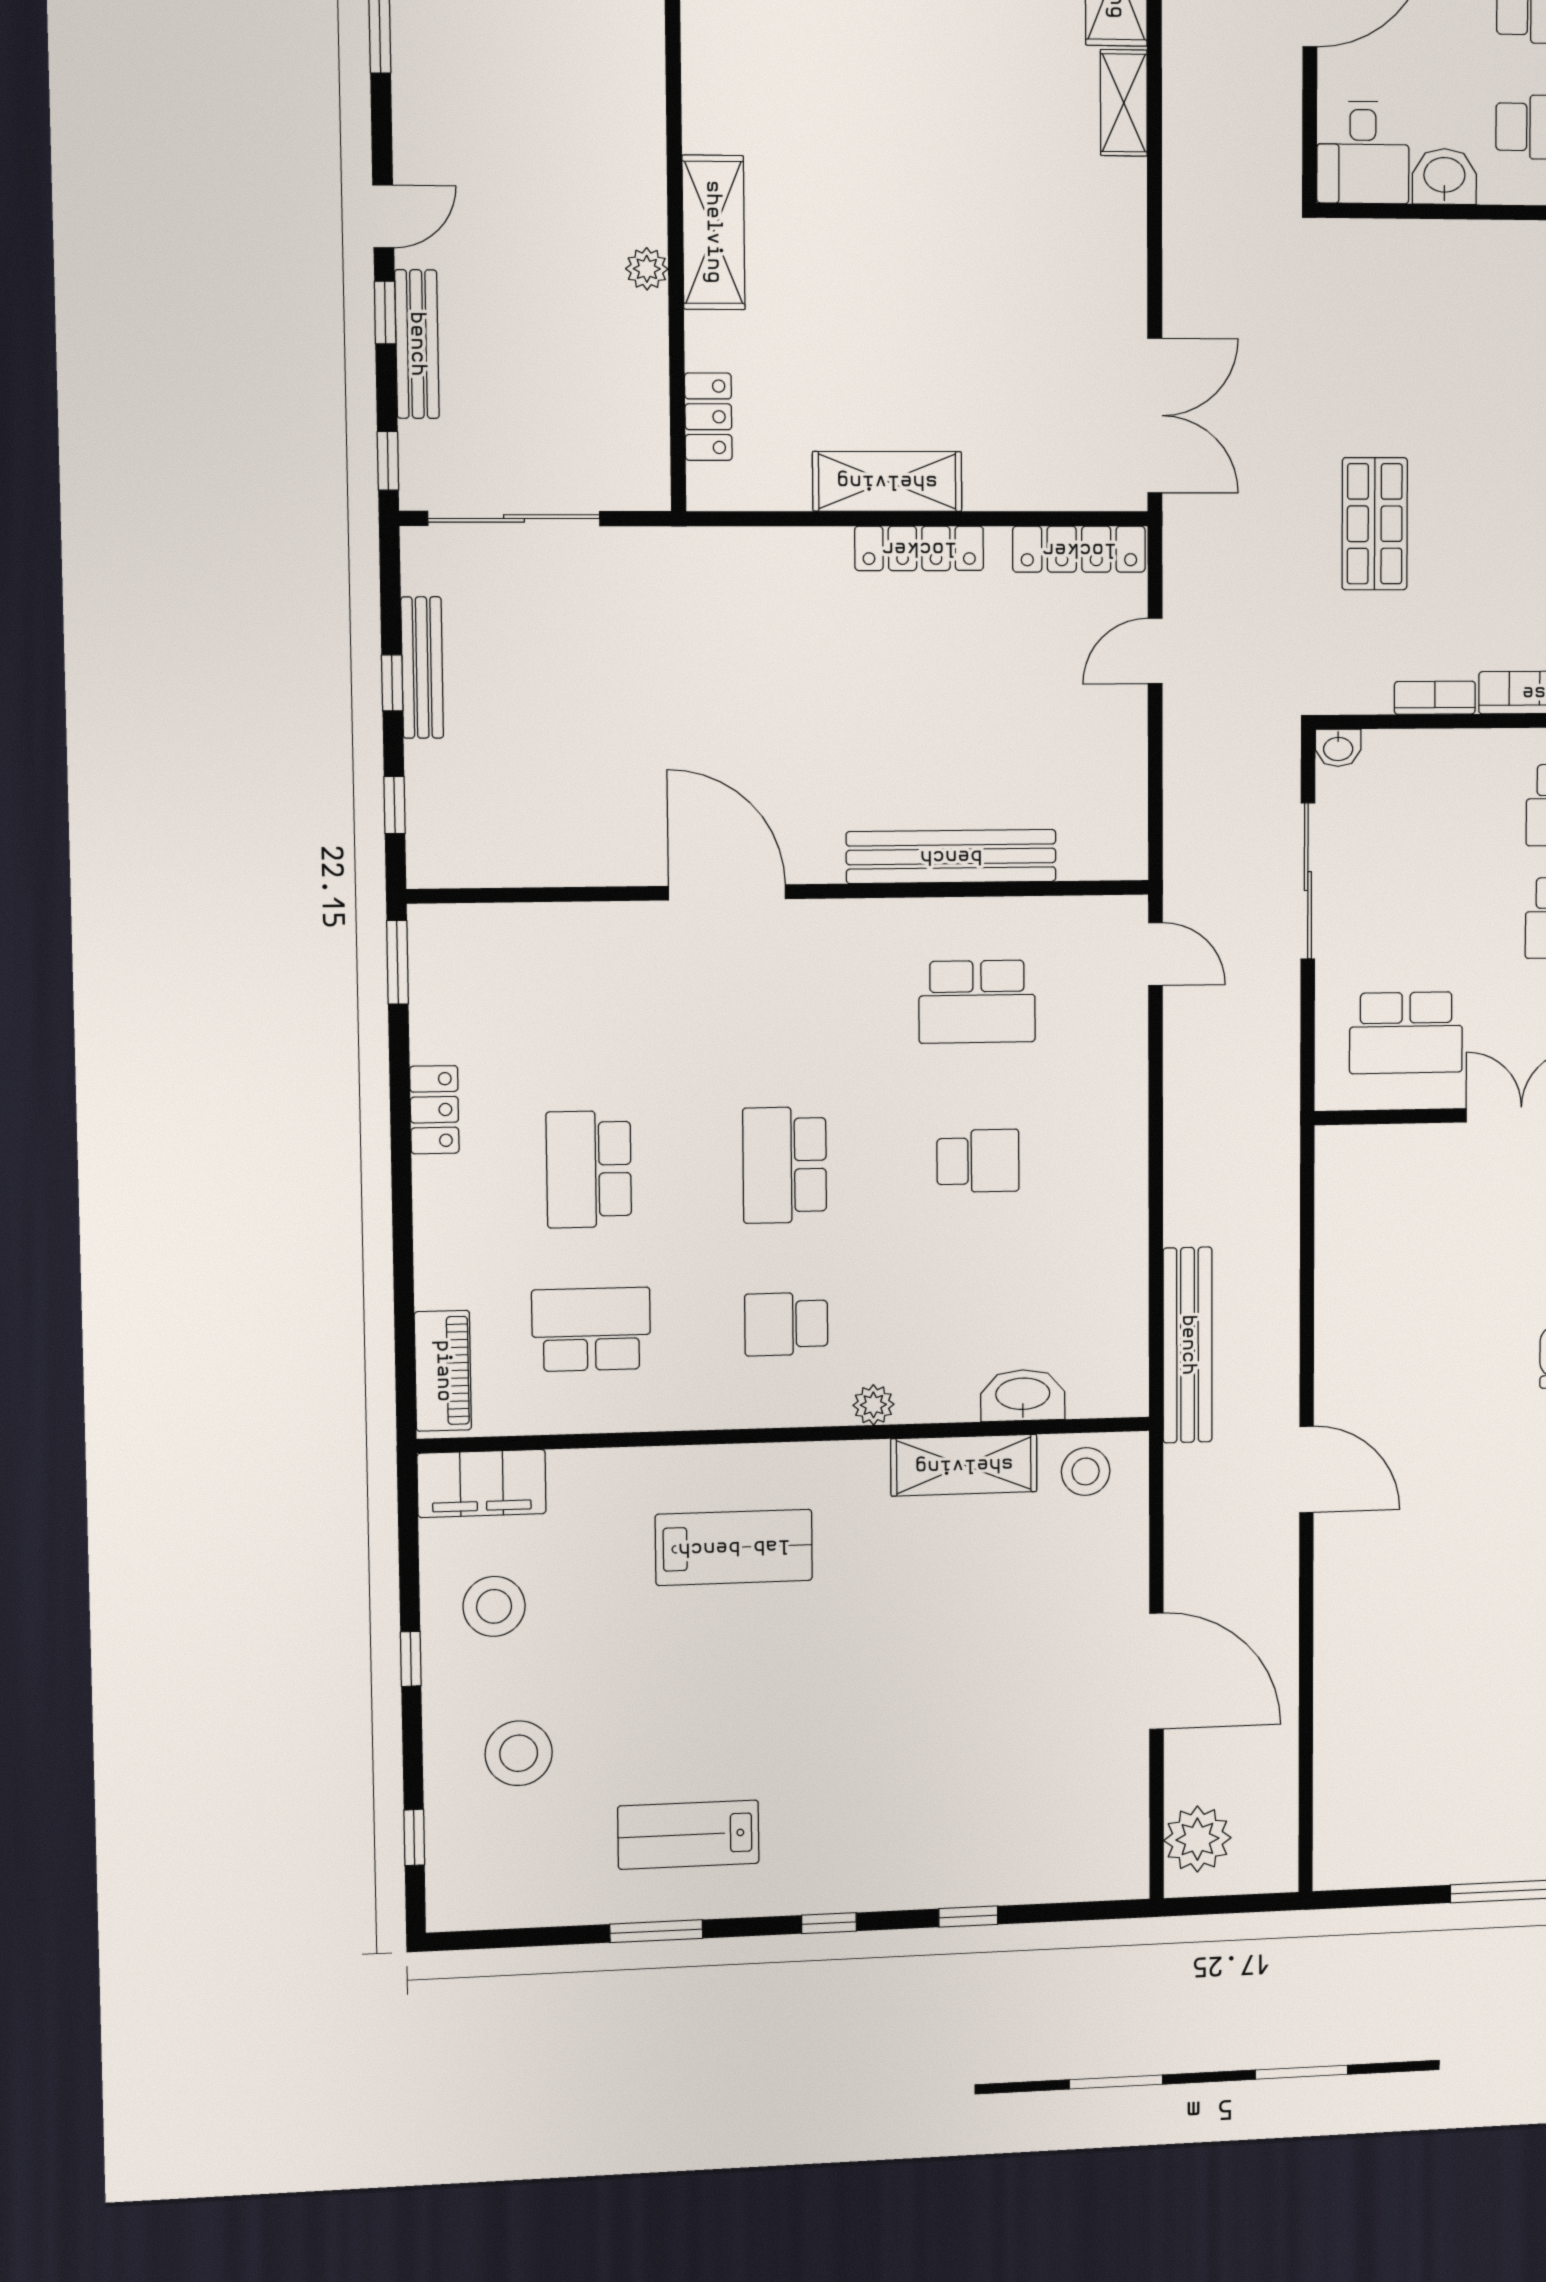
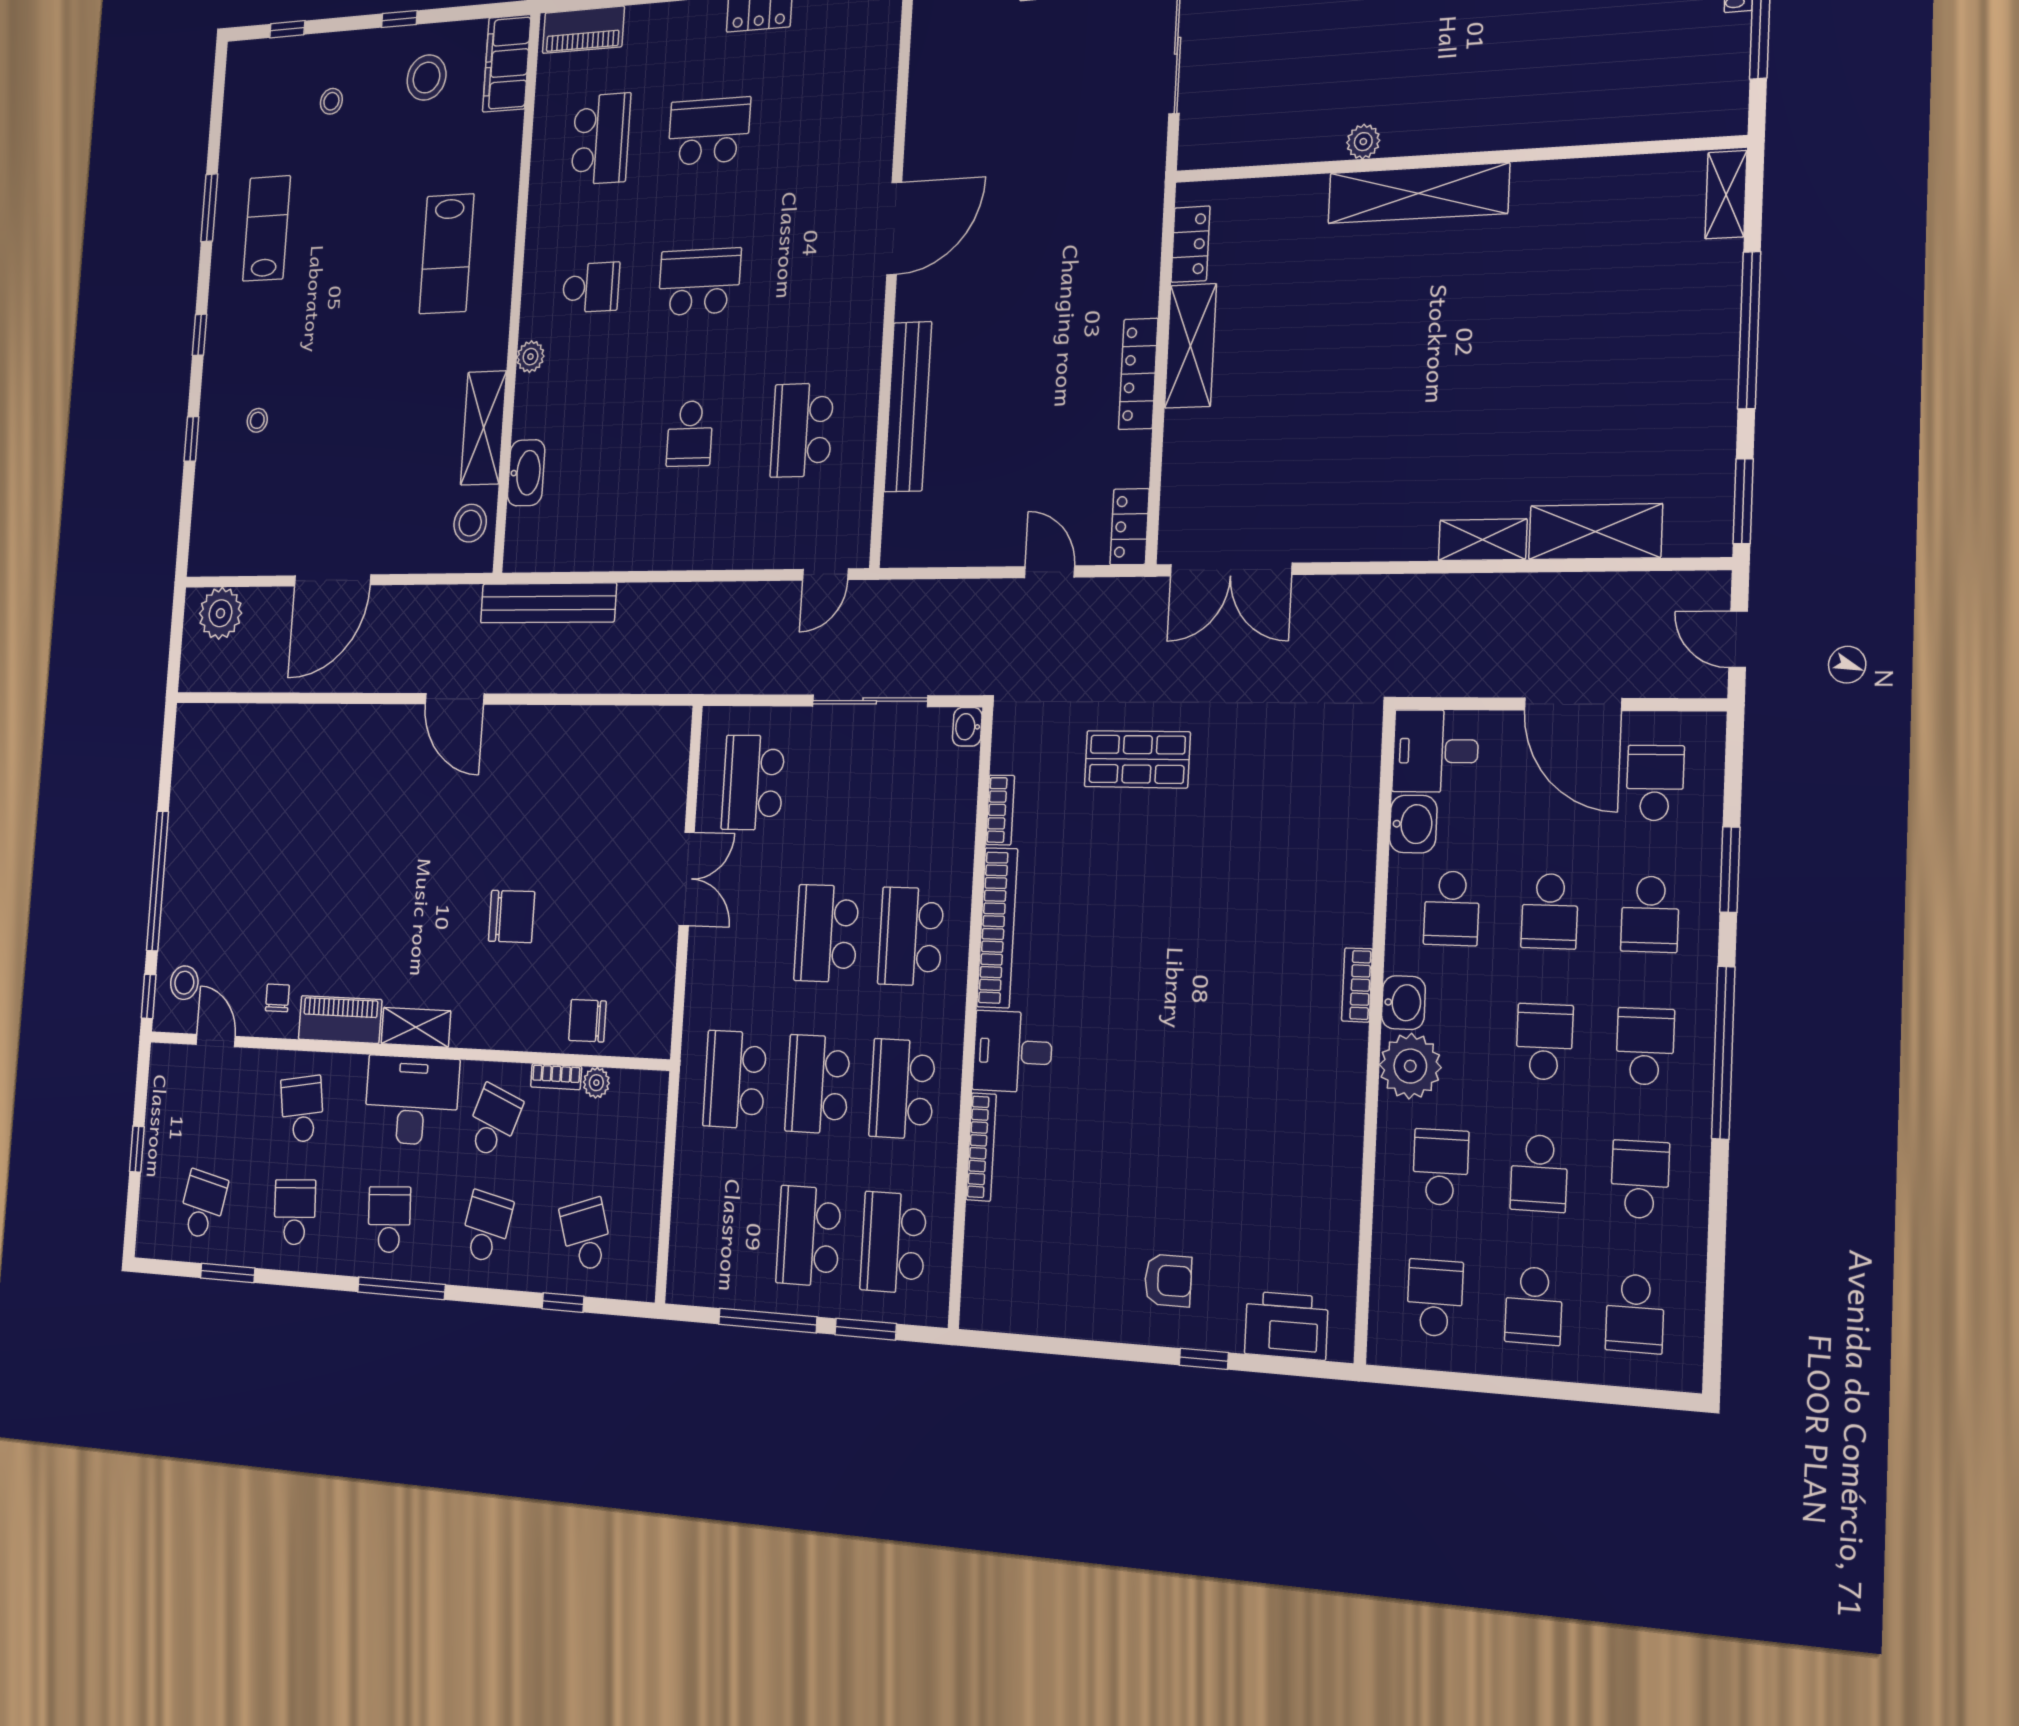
shelving: (713, 232) -> (1418, 193), width x1.47
locker: (708, 417) -> (1190, 244), moved, turned -90
locker: (1079, 549) -> (1130, 527), width x0.66
school desk: (786, 1324) -> (591, 287), turned 90
door: (1307, 1470) -> (454, 699), hinge flipped
stool: (519, 1753) -> (331, 101), width x0.53, depth x0.53
stool: (946, 1815) -> (257, 420), added

